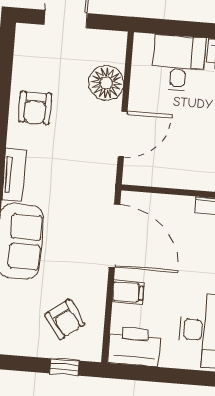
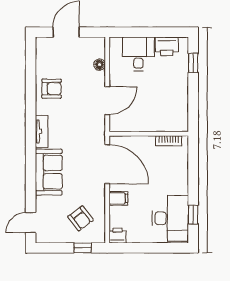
floor lamp: (106, 83) -> (100, 65), width x0.53, depth x0.53
armchair: (35, 108) -> (52, 89), turned -90
printer: (134, 347) -> (117, 235), width x0.53, depth x0.68

